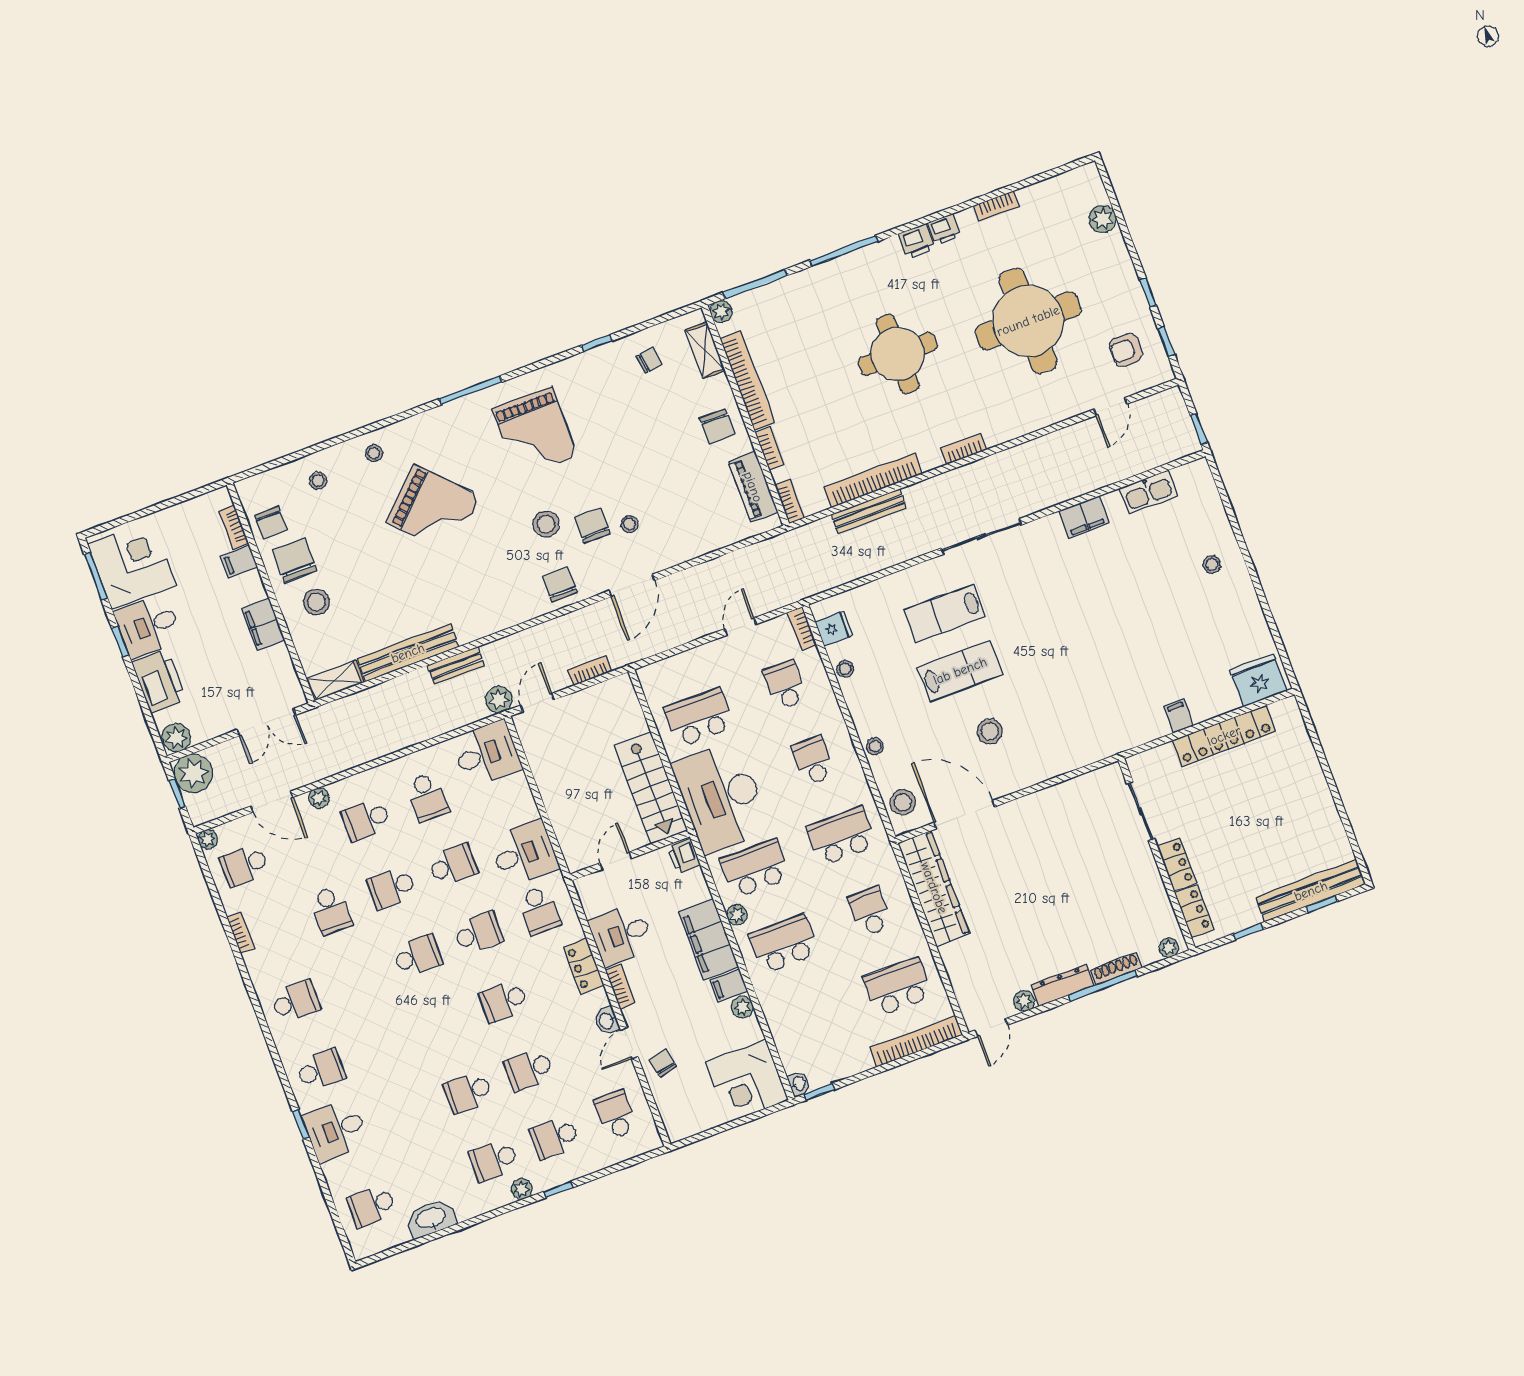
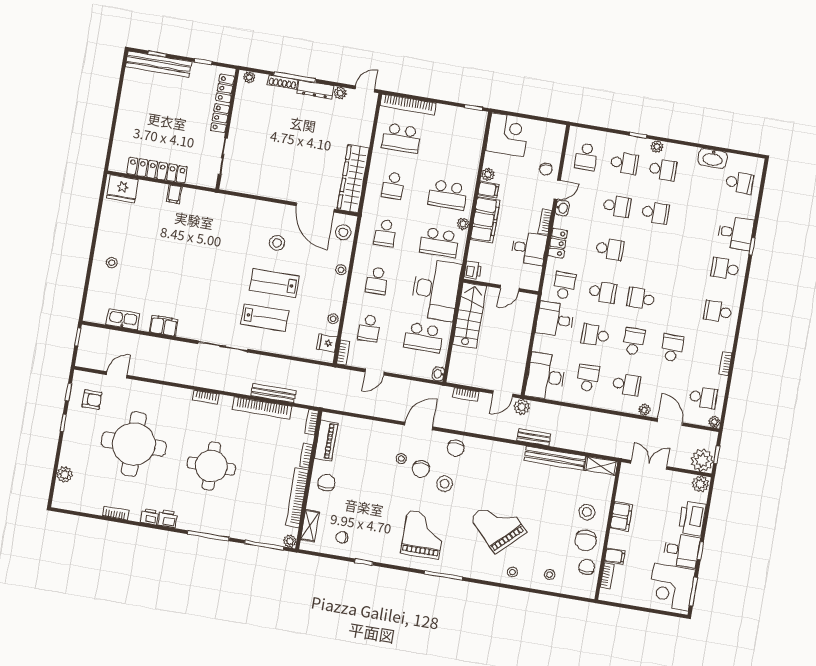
desk: (486, 754) -> (545, 376), width x1.37
school desk: (842, 836) -> (385, 233), width x0.54
school desk: (392, 888) -> (634, 341), turned -90
school desk: (478, 933) -> (603, 292), turned 180
washbasin: (799, 1083) -> (438, 374), moved

